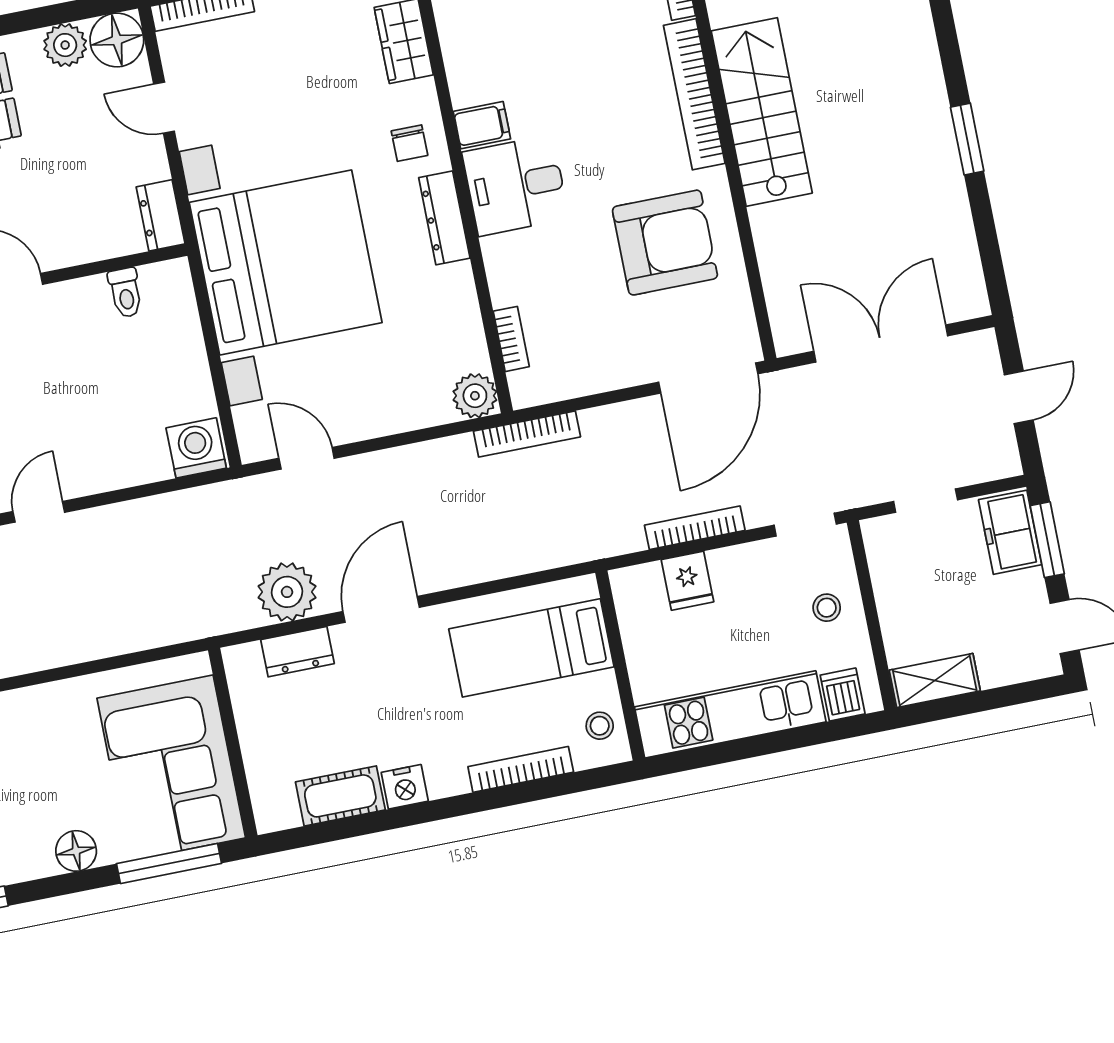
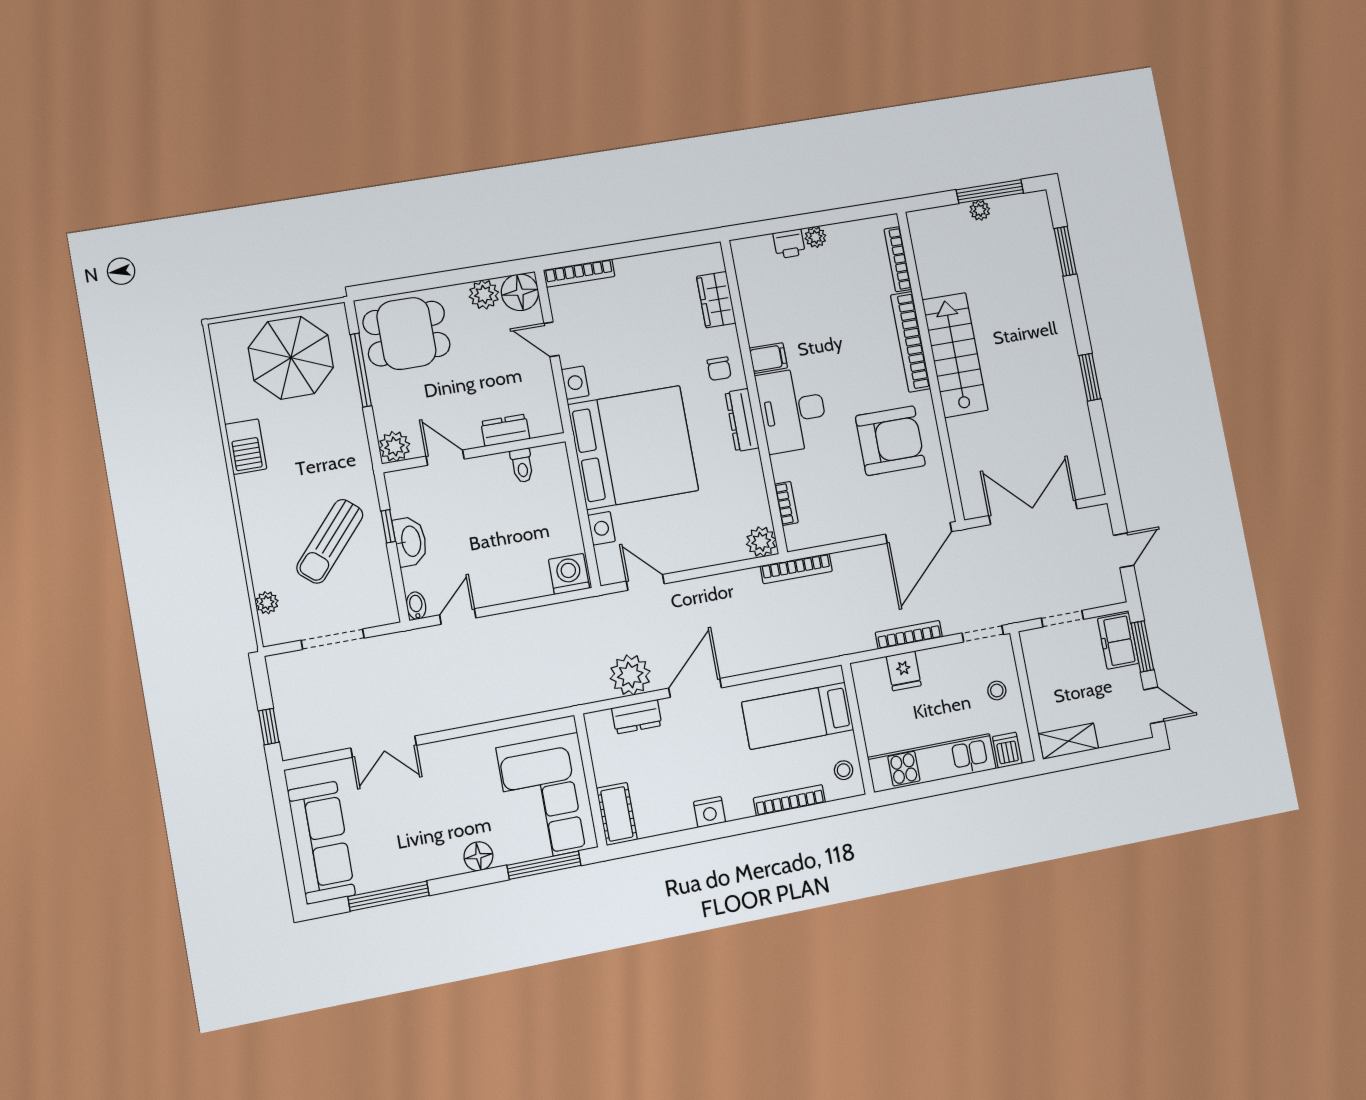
desk: (515, 185) -> (792, 410), width x1.37
dresser: (161, 215) -> (505, 430), moved, turned 90
cot: (340, 796) -> (617, 814), moved, turned 90

